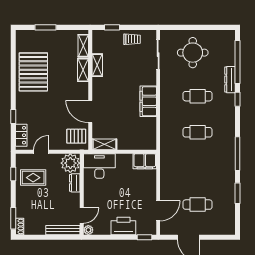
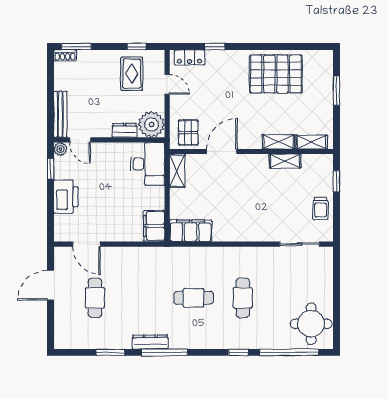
round table: (193, 53) -> (311, 324), moved
dresser: (230, 80) -> (150, 342), moved
filing cabinet: (148, 101) -> (191, 231), moved
cafe table: (198, 132) -> (193, 298), turned 90
window: (145, 237) -> (50, 169), moved

